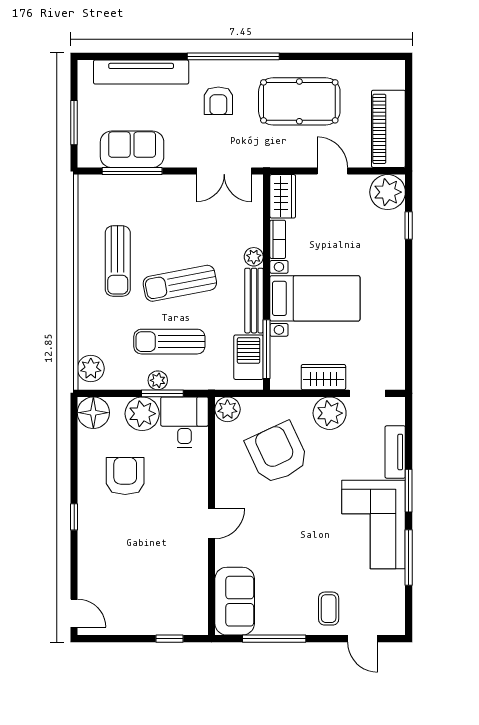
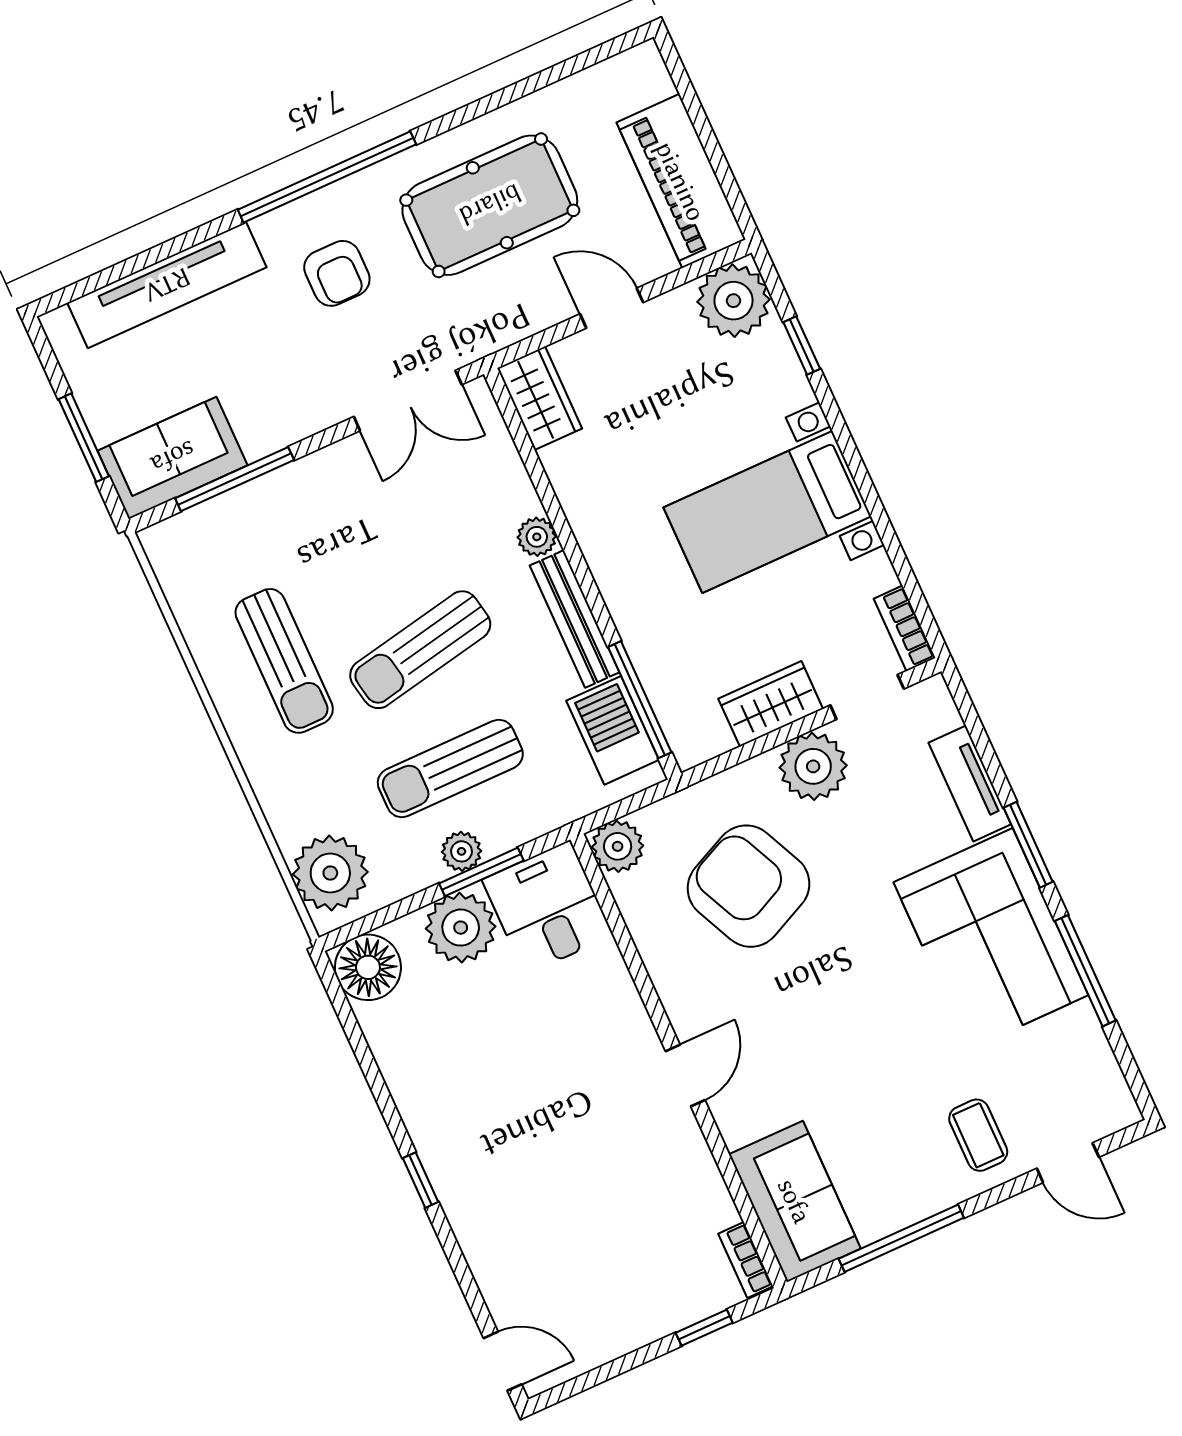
sofa: (132, 149) -> (173, 458), moved
bookcase: (278, 239) -> (905, 628), moved, turned 180
bed with nightstands: (315, 298) -> (767, 512), moved, turned 180
plant: (91, 368) -> (330, 873), width x1.36, depth x1.36
armchair: (125, 476) -> (482, 1059), removed
bookcase: (201, 617) -> (746, 1260), added

